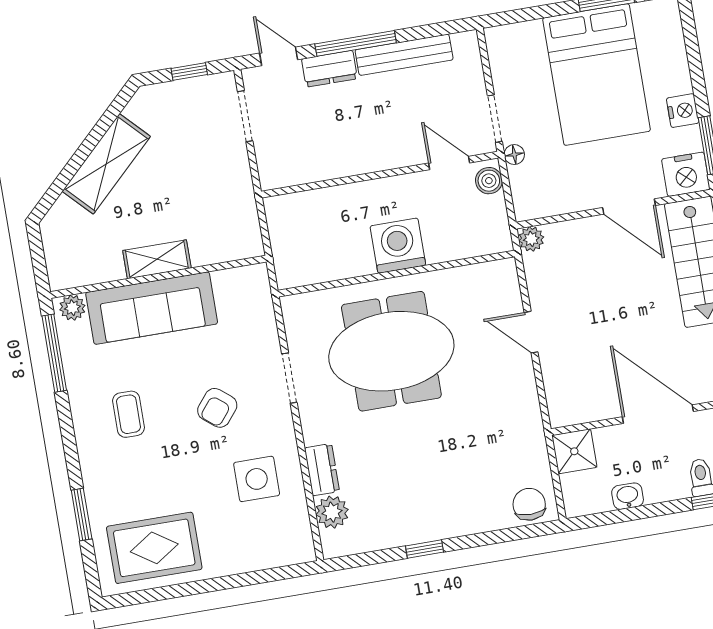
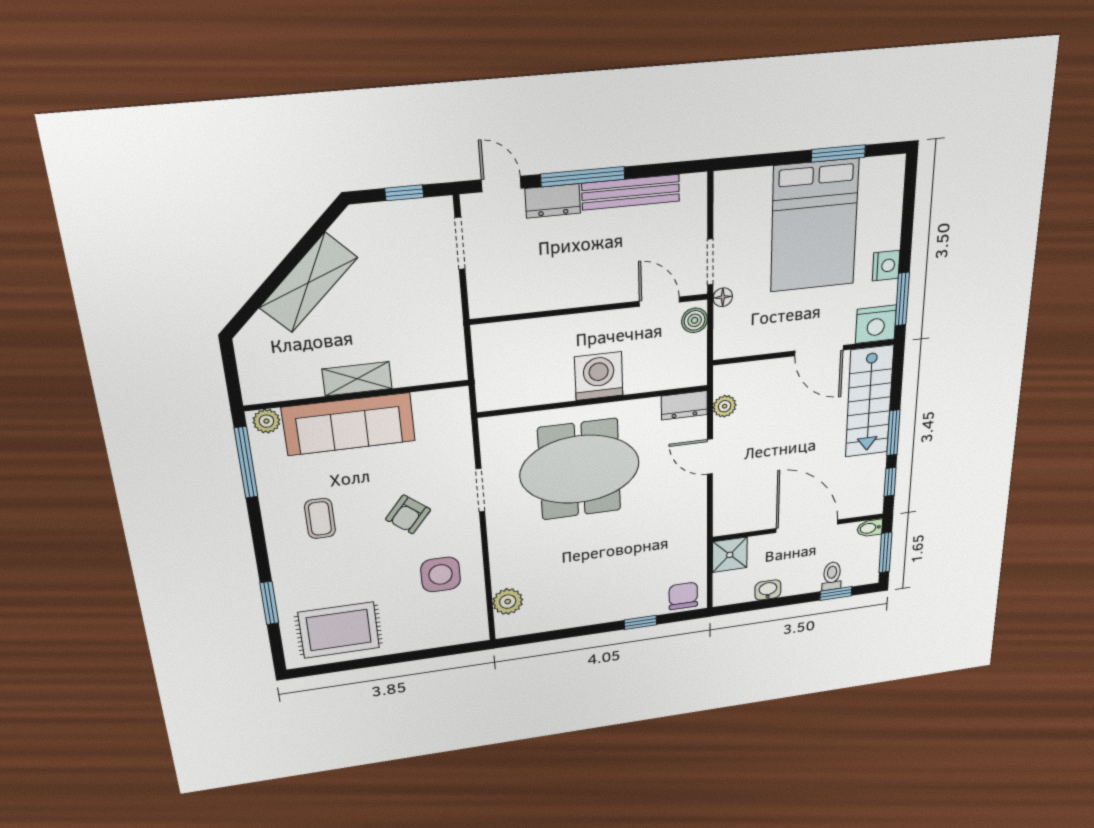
plant: (531, 239) -> (725, 406), moved
dresser: (322, 470) -> (684, 405), moved, turned 90
window: (424, 549) -> (640, 622), moved

